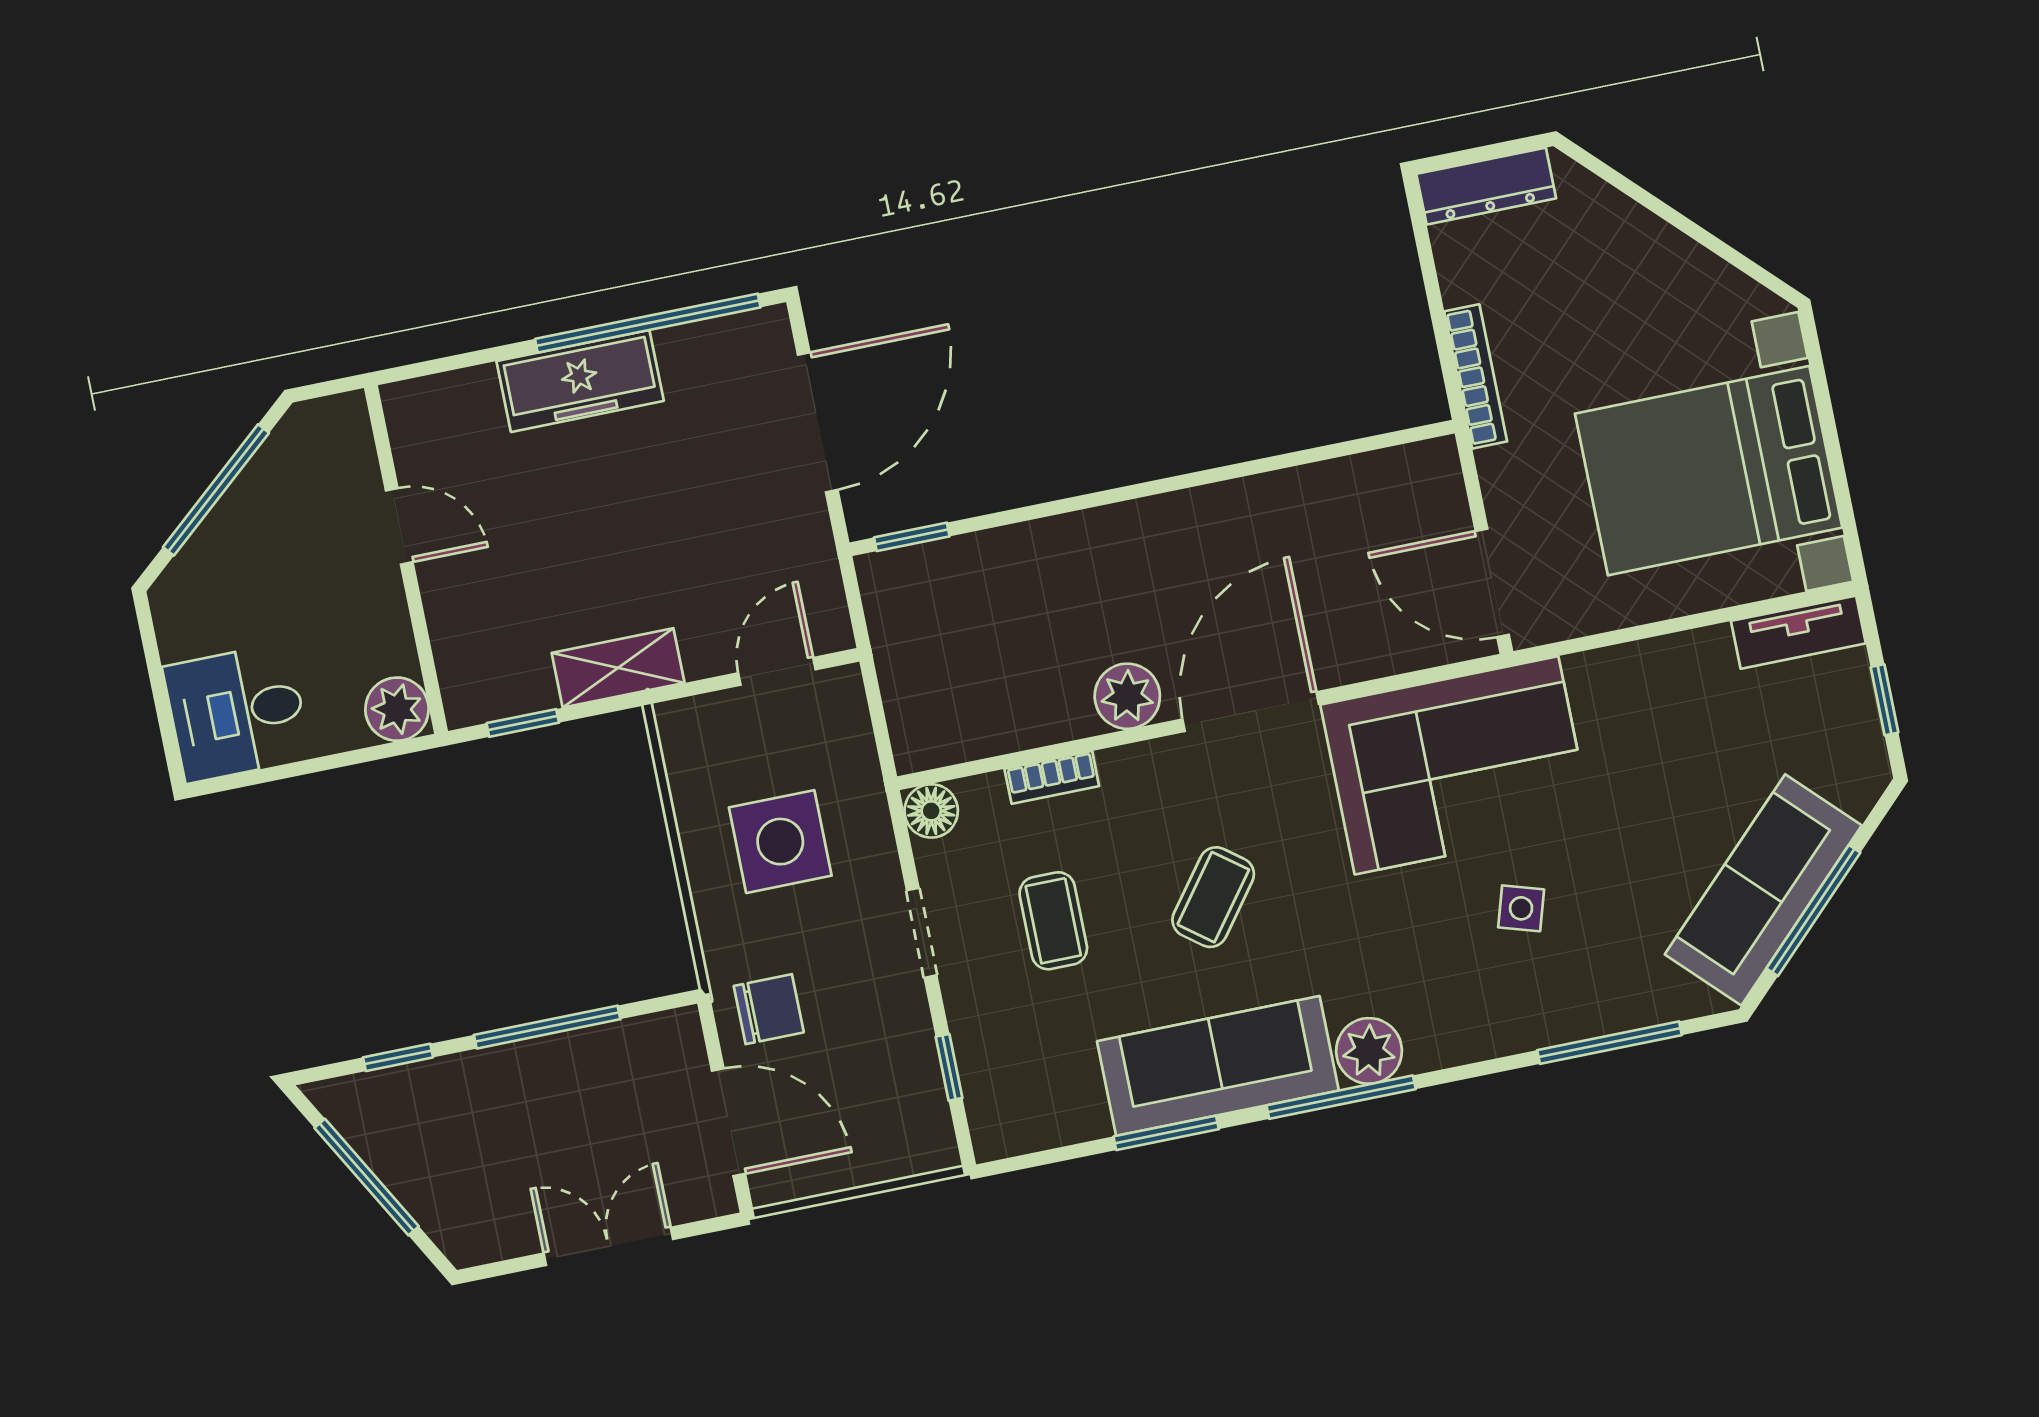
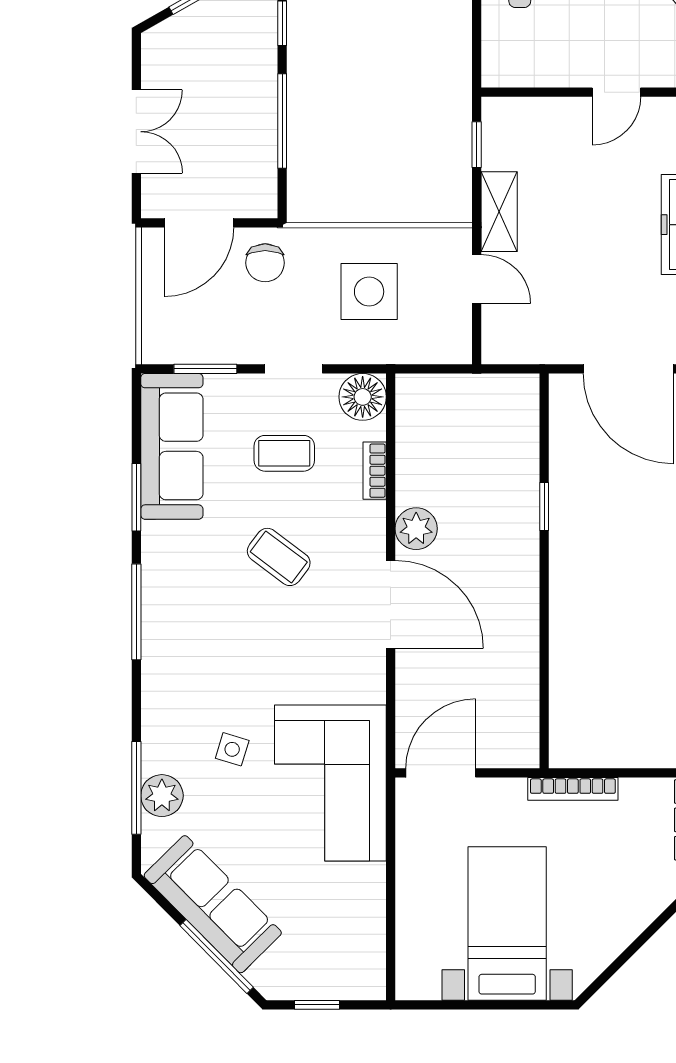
bed with nightstands: (1709, 471) -> (507, 923), width x0.73
window: (912, 537) -> (544, 506), moved
tv unit: (1798, 632) -> (371, 959), removed
door: (777, 671) -> (477, 279), moved
plant: (397, 709) -> (502, 67), removed
corner sofa: (1457, 765) -> (330, 783), moved
floor lamp: (931, 811) -> (363, 397), width x1.38, depth x1.38
window: (1813, 910) -> (217, 956), moved
plant: (1369, 1051) -> (162, 796), moved
sofa: (1218, 1066) -> (172, 446), moved
window: (949, 1067) -> (205, 369), width x1.50

